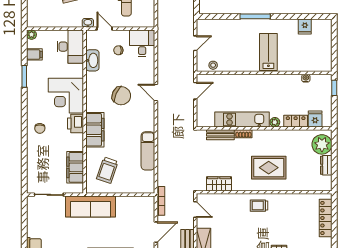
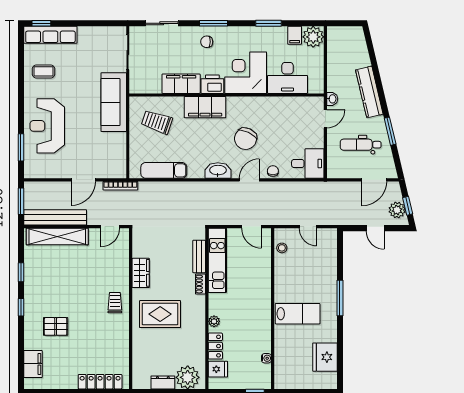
fridge: (305, 26) -> (325, 357), width x1.88, depth x1.34
plant: (32, 35) -> (313, 37), width x1.88, depth x1.88
desk: (70, 47) -> (287, 78), moved
chair: (118, 50) -> (273, 171), moved
washbasin: (92, 60) -> (218, 171), moved, turned 180
kitchen unit: (242, 119) -> (217, 260), moved
window: (24, 123) -> (213, 23), added
exam couch: (148, 151) -> (164, 170), moved
sliding door: (24, 166) -> (162, 23), added
filing cabinet: (75, 167) -> (181, 84), moved
rug: (269, 168) -> (160, 314), turned 90
wardrobe: (219, 184) -> (141, 273), moved
door: (156, 232) -> (83, 180), hinge flipped

